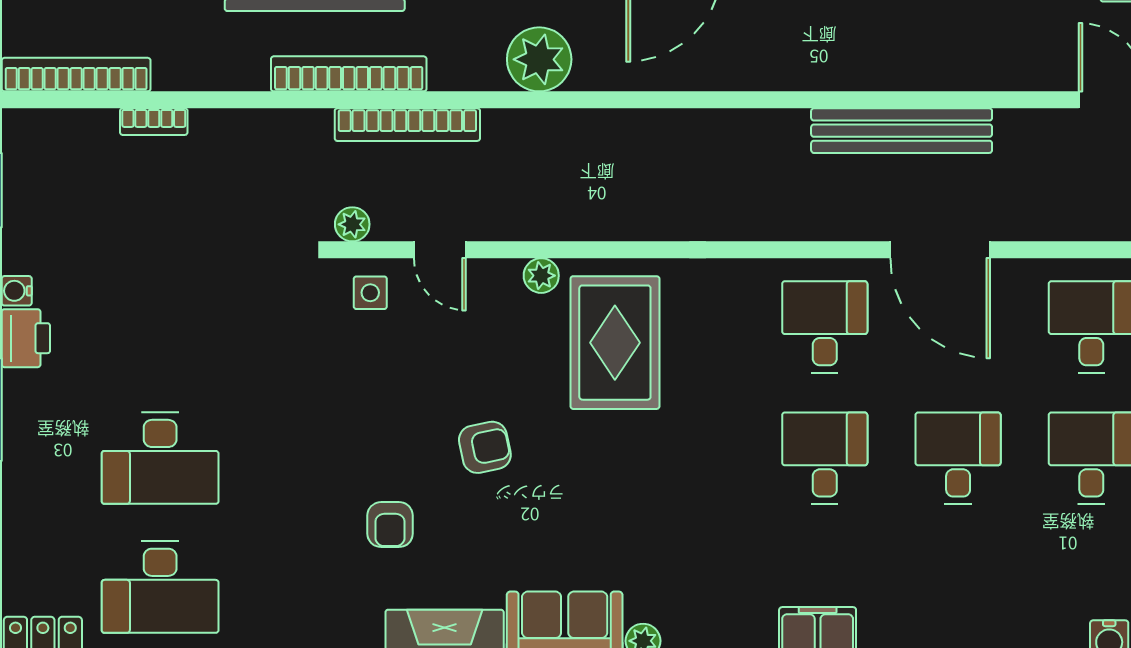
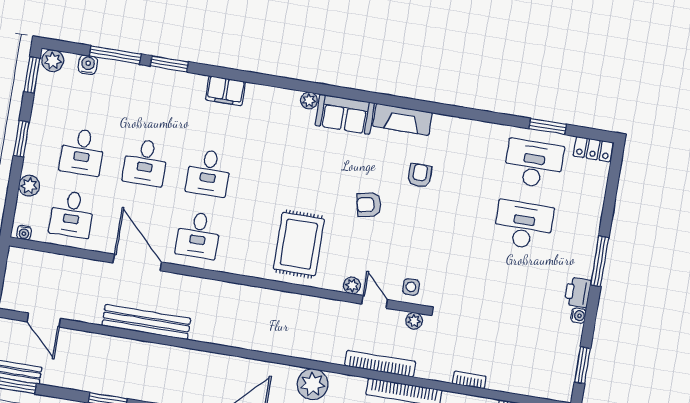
bookcase: (154, 122) -> (469, 380), moved
plant: (541, 276) -> (352, 285), moved

